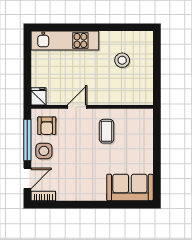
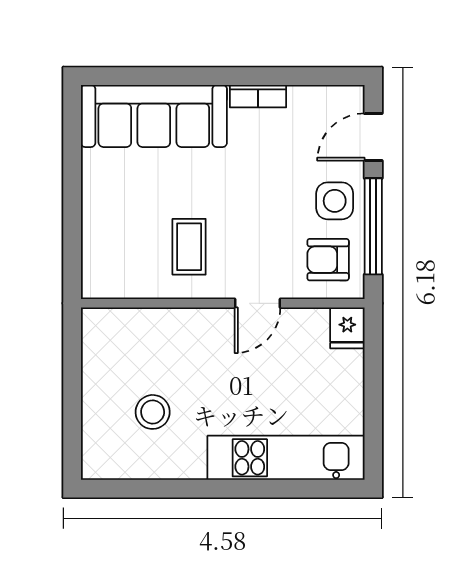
armchair: (47, 126) -> (328, 260), turned -90
sofa: (130, 187) -> (154, 116), width x1.36
bookcase: (43, 196) -> (258, 96), moved

